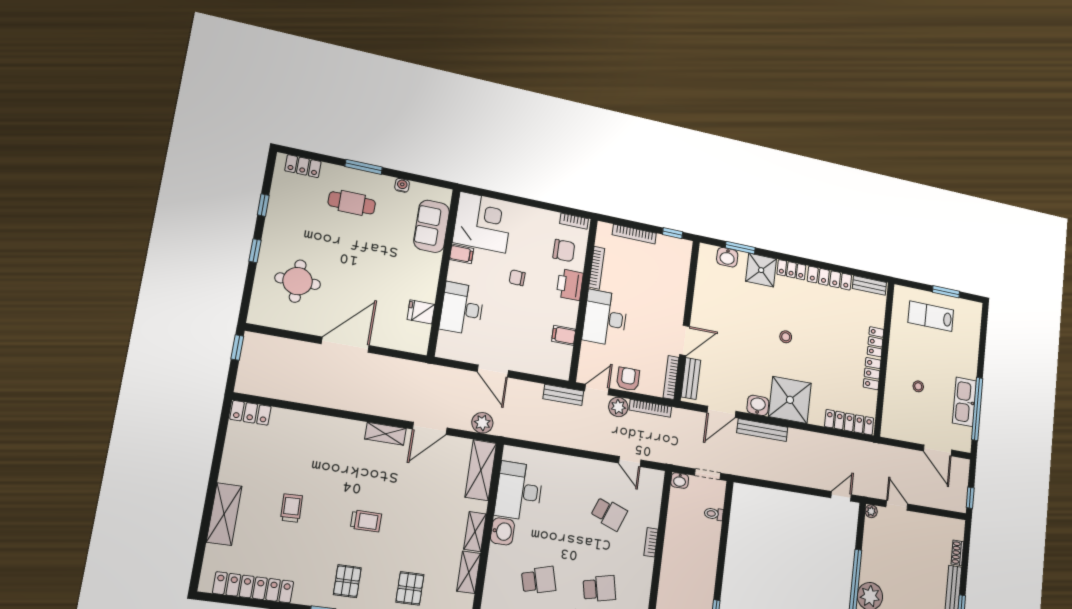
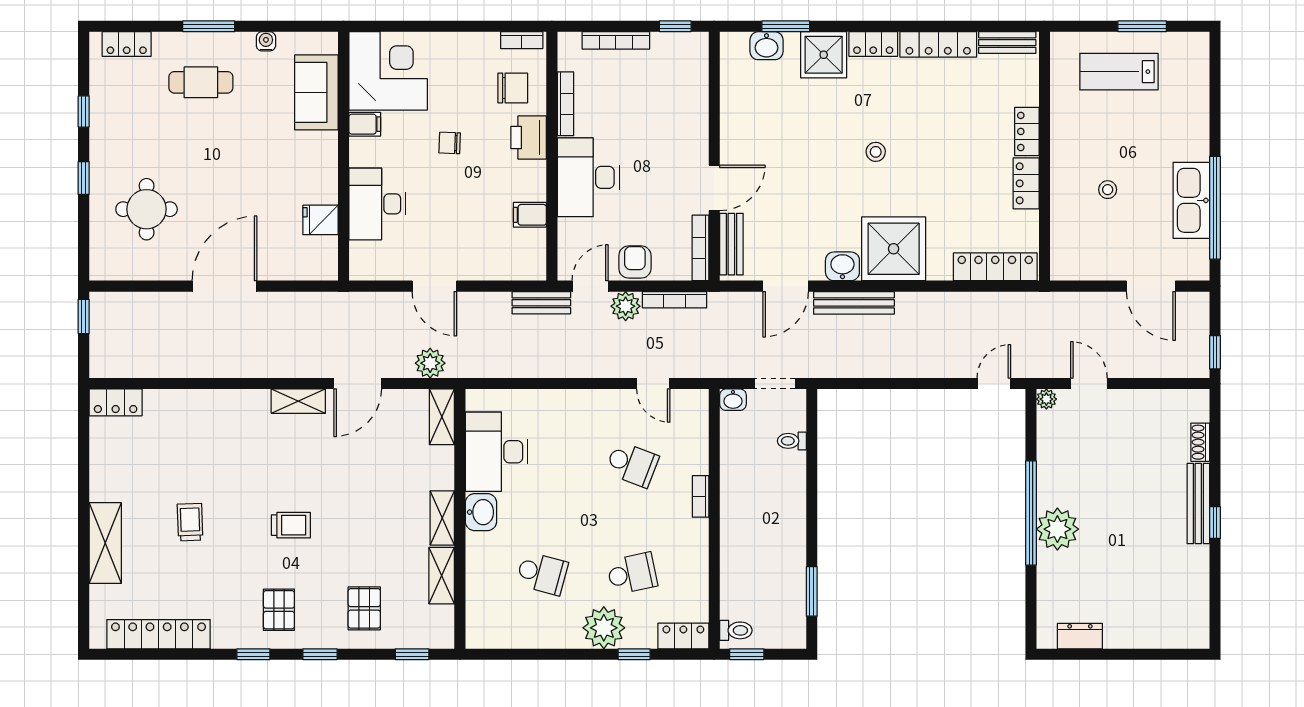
shelving: (481, 470) -> (442, 417), width x0.67, depth x0.75
school desk: (539, 580) -> (542, 573), turned 30

